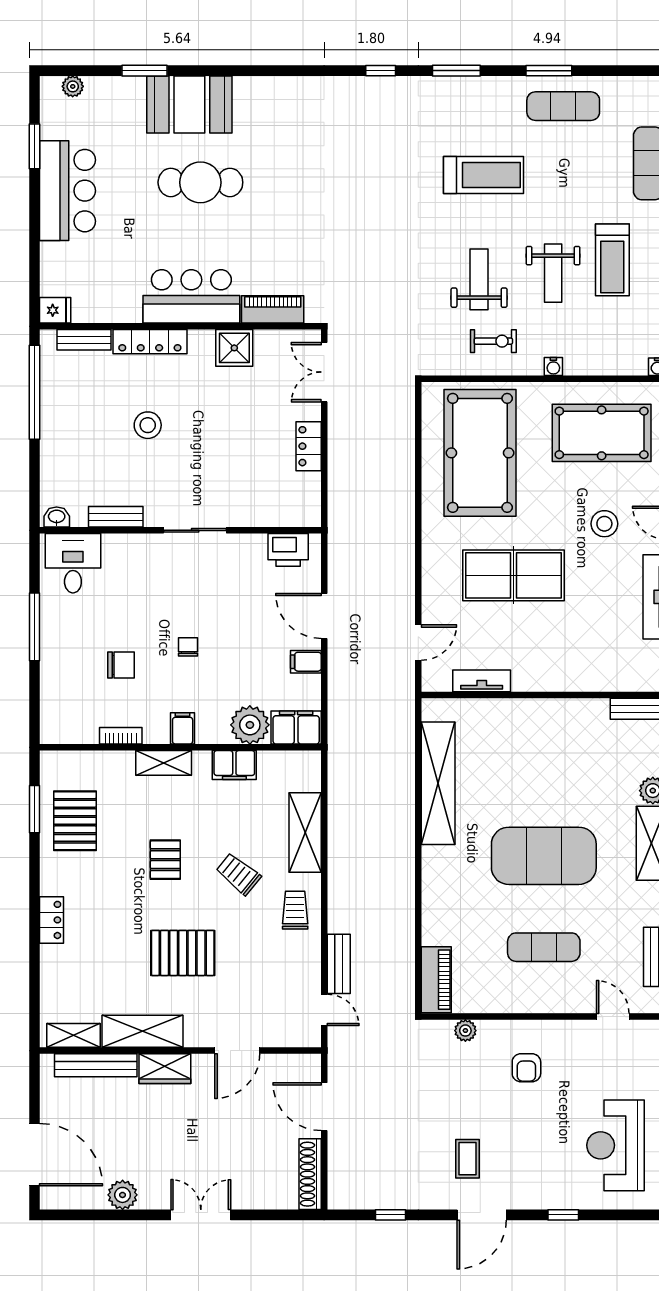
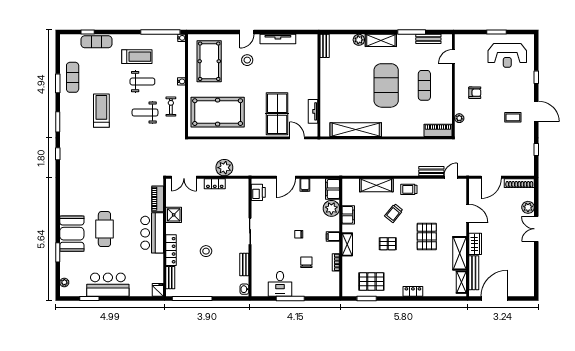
plant: (347, 469) -> (224, 168), added
desk: (73, 563) -> (280, 284), moved, turned -90
table tennis table: (513, 575) -> (277, 114), moved
door: (34, 1155) -> (494, 298), moved
plant: (123, 1195) -> (528, 207), moved

